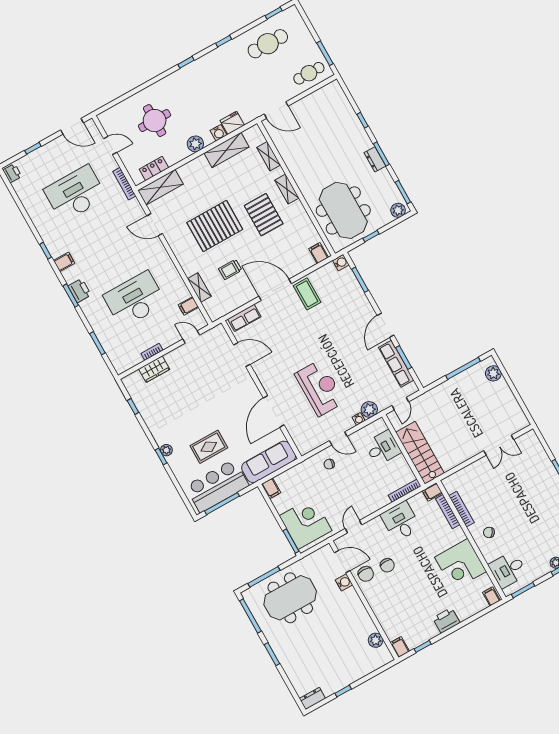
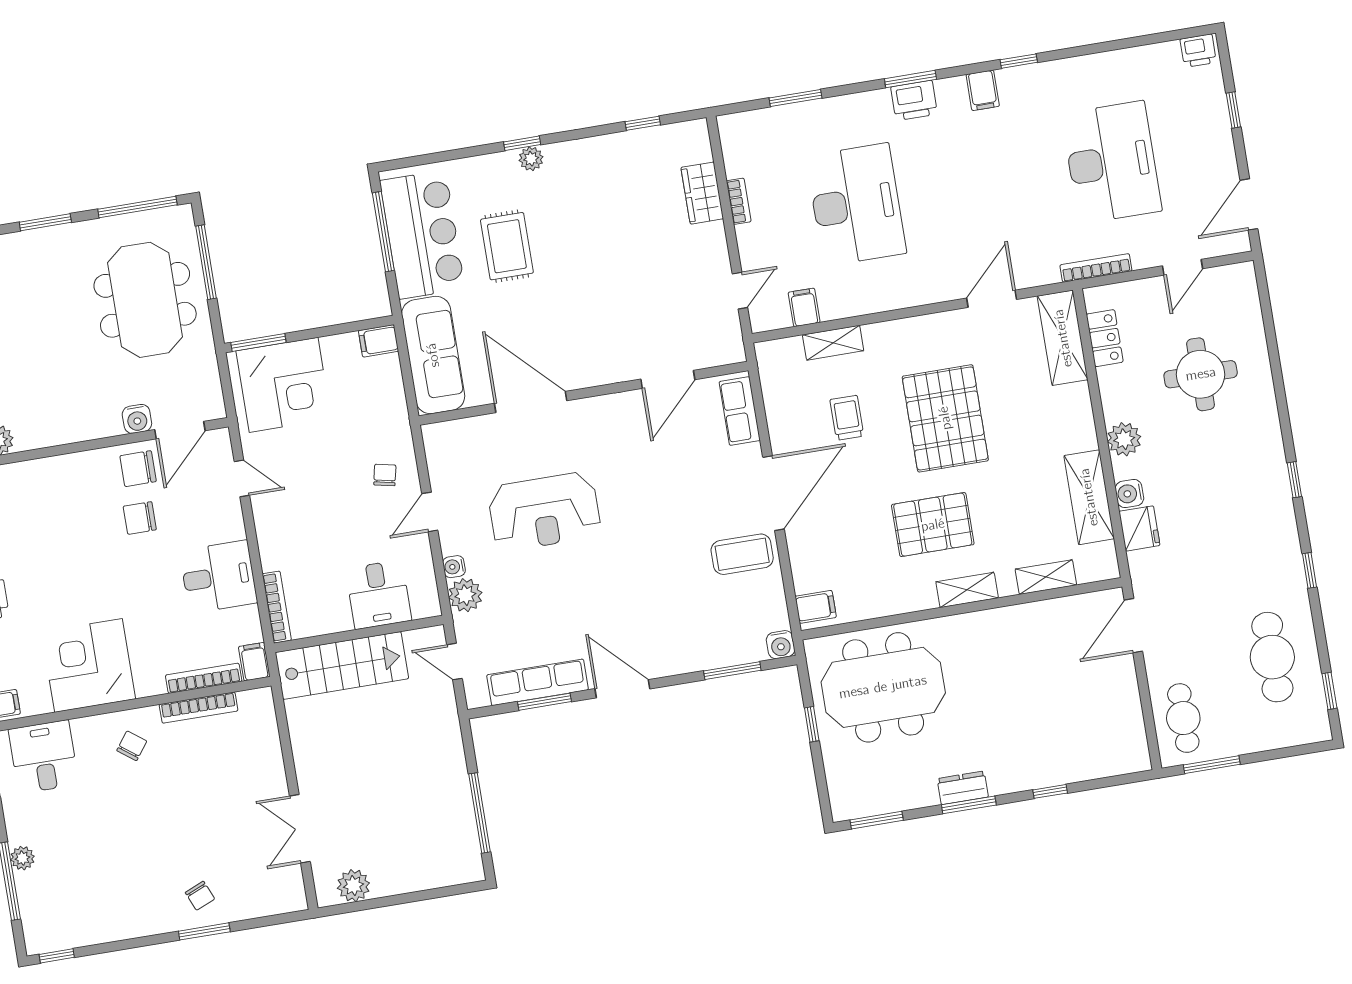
plant: (398, 210) -> (844, 797), removed
plant: (493, 373) -> (353, 886), moved
chair: (544, 478) -> (200, 896), added

